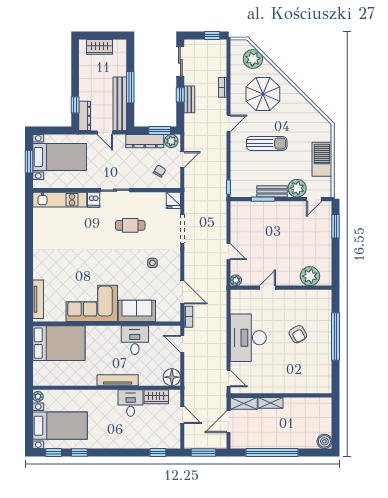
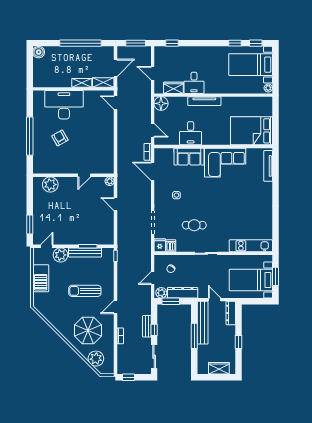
window: (75, 105) -> (238, 342), moved
bench: (272, 191) -> (85, 252), width x1.36
dishwasher: (94, 200) -> (171, 246), moved
desk: (248, 338) -> (64, 105), moved, turned -90

